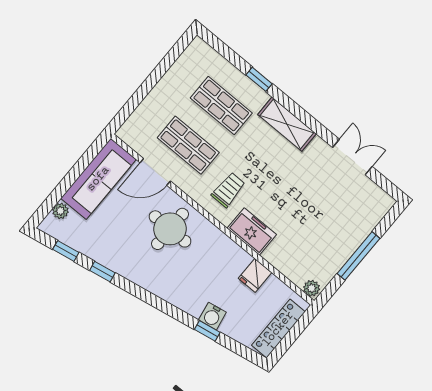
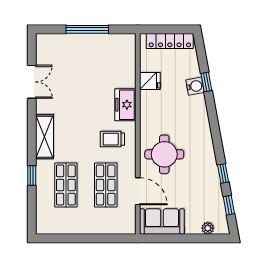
double door: (352, 157) -> (32, 82), swing flipped
sofa: (98, 179) -> (162, 222), width x0.73
plant: (312, 288) -> (130, 41), removed

